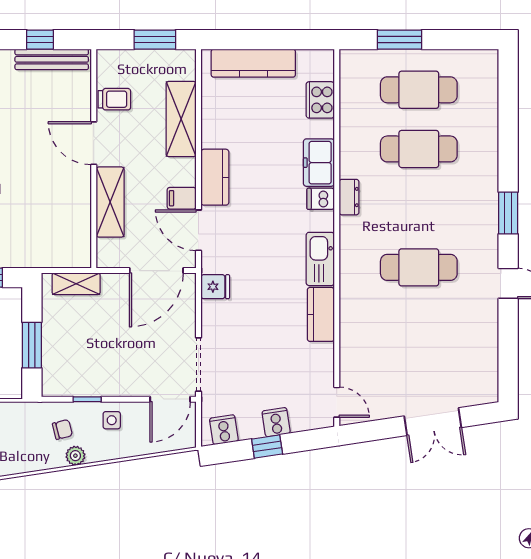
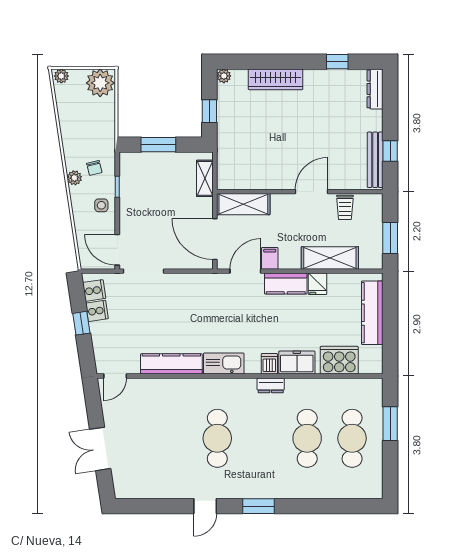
cooker: (320, 100) -> (339, 360), width x1.37, depth x1.31
shelving: (110, 202) -> (243, 204), moved
fridge: (215, 287) -> (317, 284), moved
kitchen counter: (321, 314) -> (171, 364), width x1.50
cooker: (276, 422) -> (97, 311), moved

